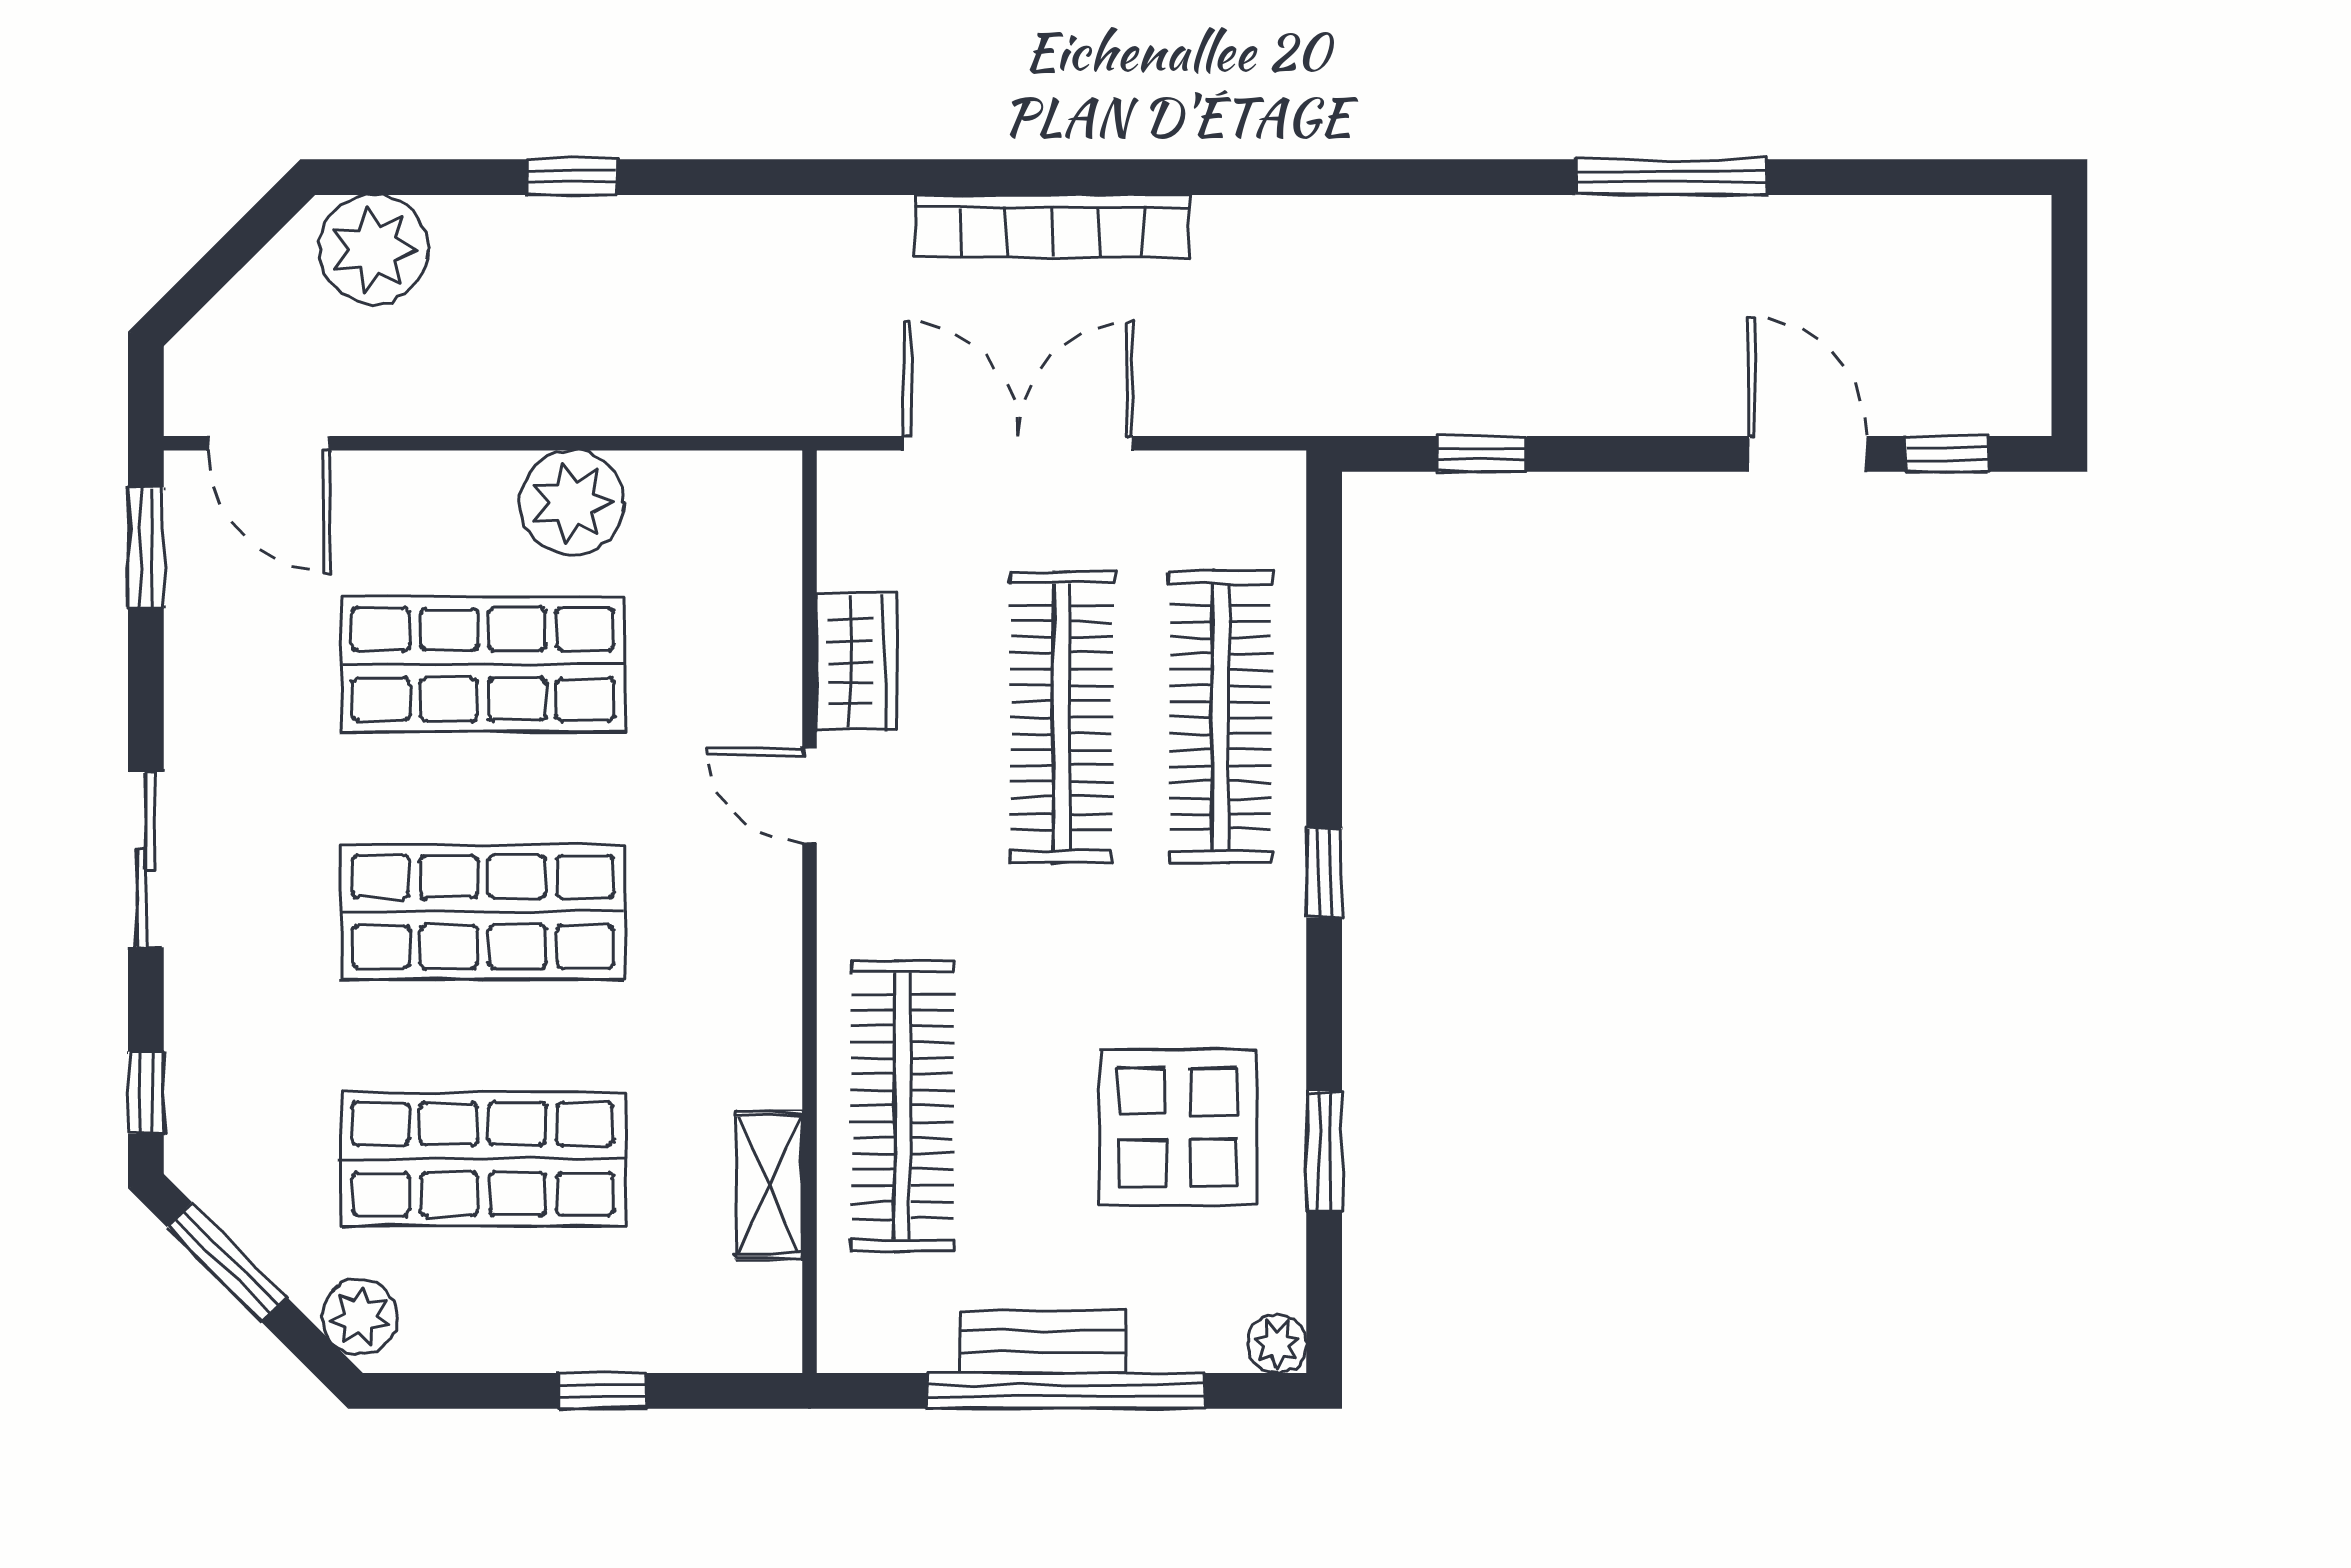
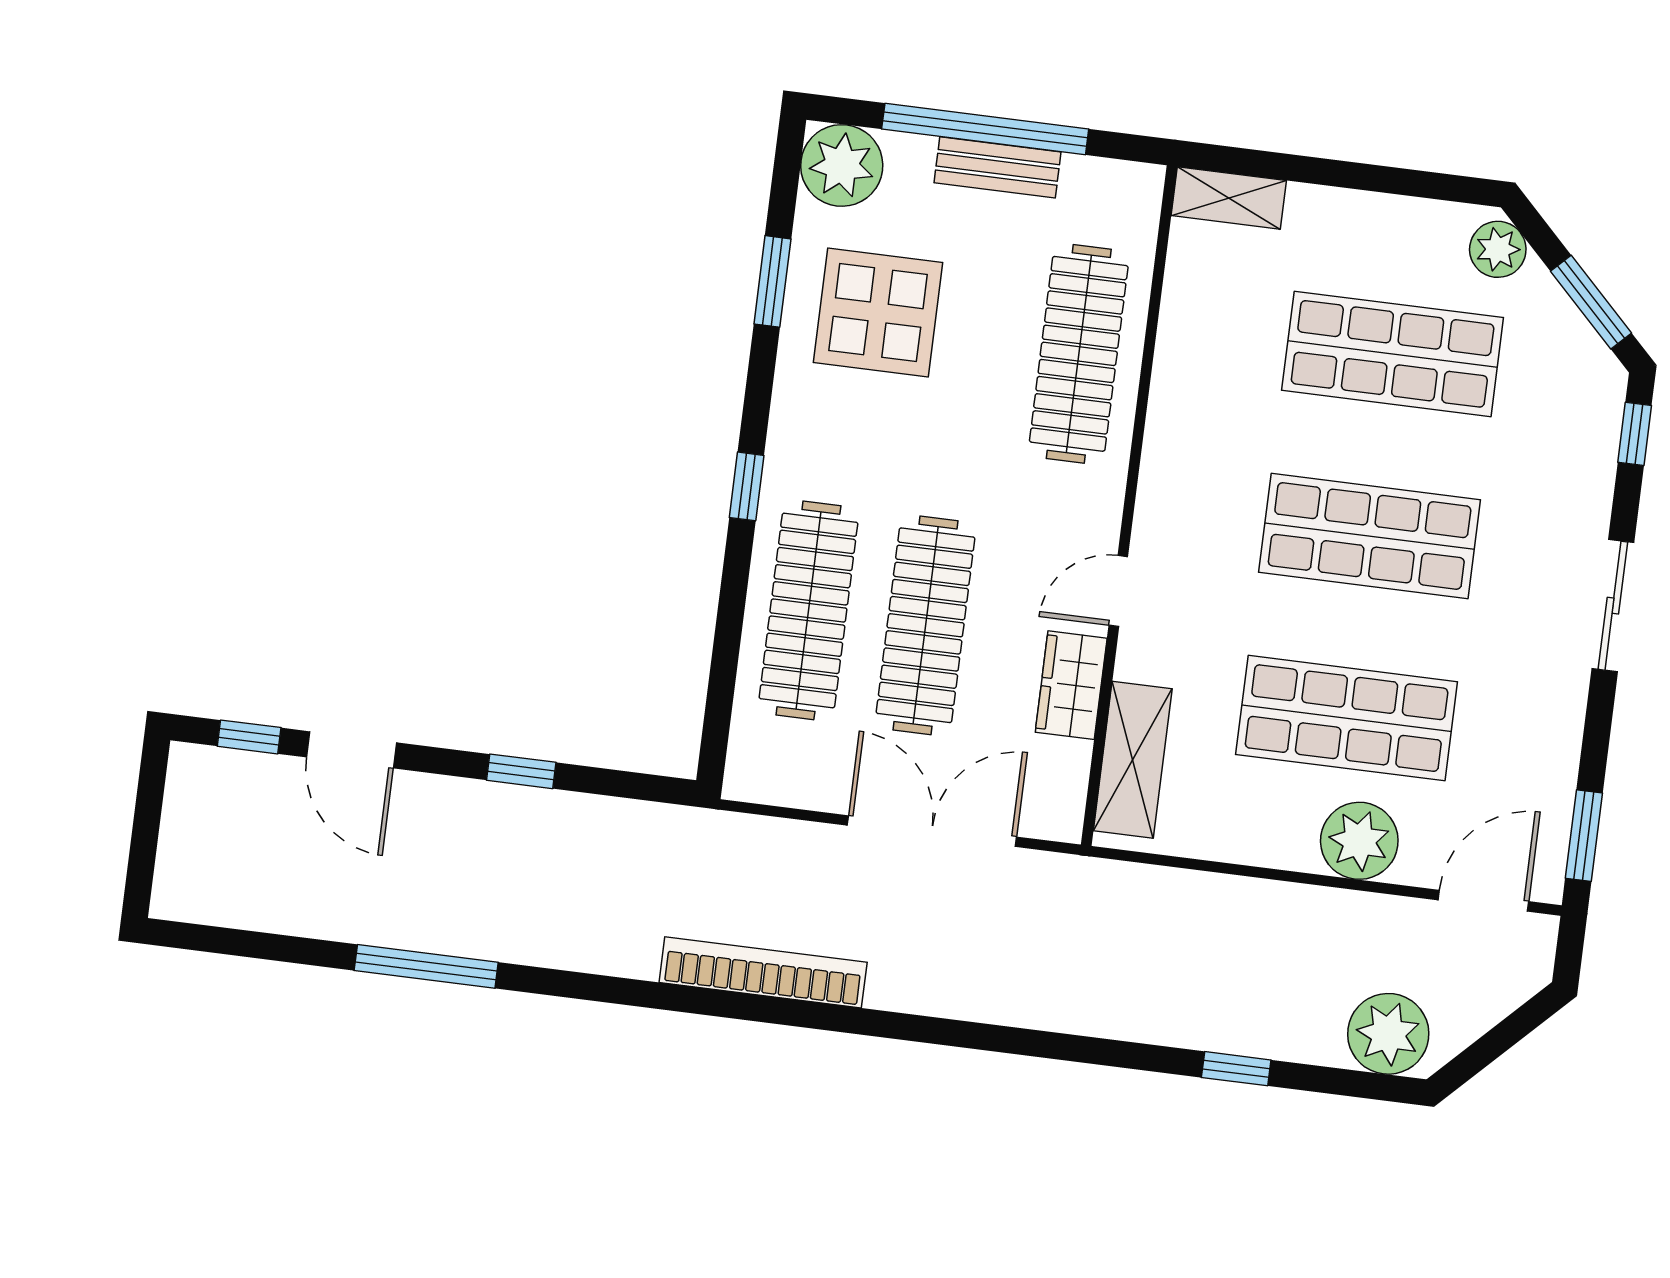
bookcase: (1052, 226) -> (763, 972), moved
door: (269, 443) -> (1483, 901), hinge flipped
double door: (1018, 443) -> (932, 831), swing flipped
window: (1481, 454) -> (521, 771), moved
plant: (572, 502) -> (1359, 841), moved
shelving: (762, 572) -> (1133, 760), added
door: (810, 796) -> (1118, 591), swing flipped
shelving: (769, 1185) -> (1229, 198), moved, turned 90
plant: (1277, 1344) -> (842, 165), width x1.88, depth x1.88
window: (603, 1391) -> (1326, 172), removed

